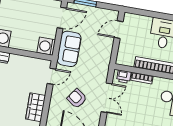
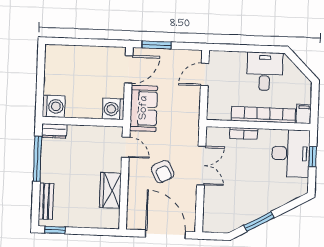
door: (52, 76) -> (126, 147), hinge flipped
printer: (124, 77) -> (220, 135), removed
armchair: (77, 98) -> (163, 172), turned -152

